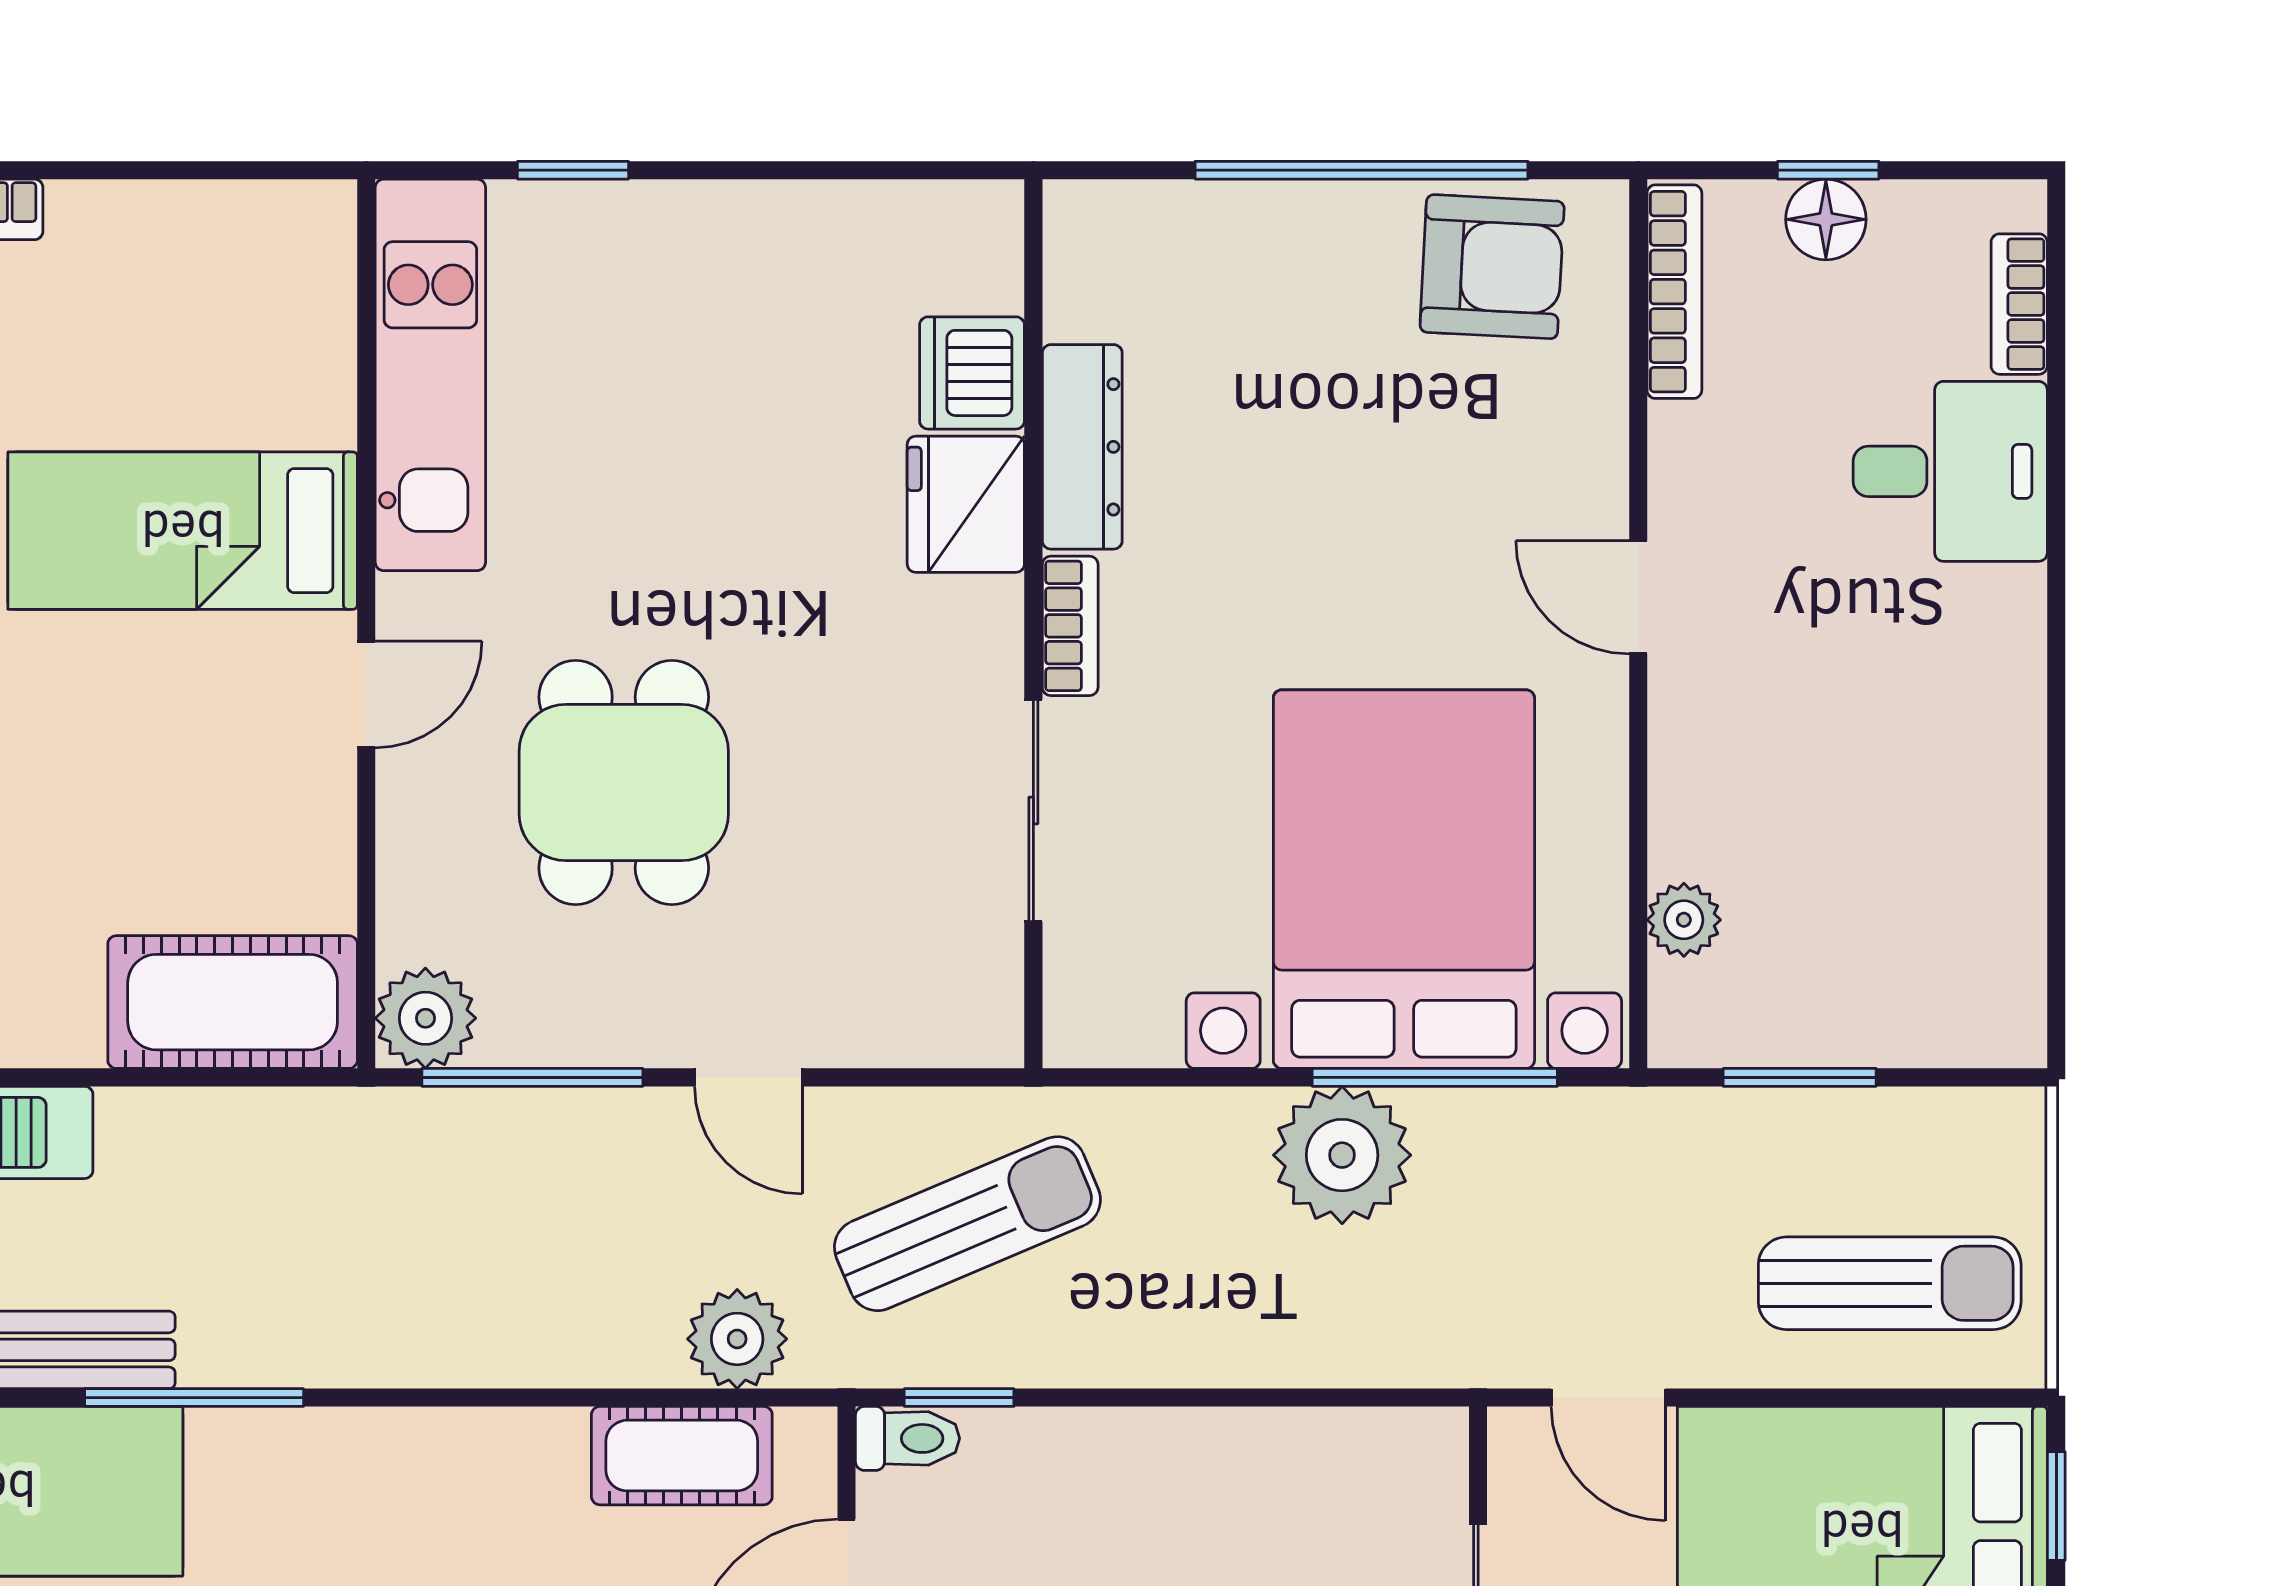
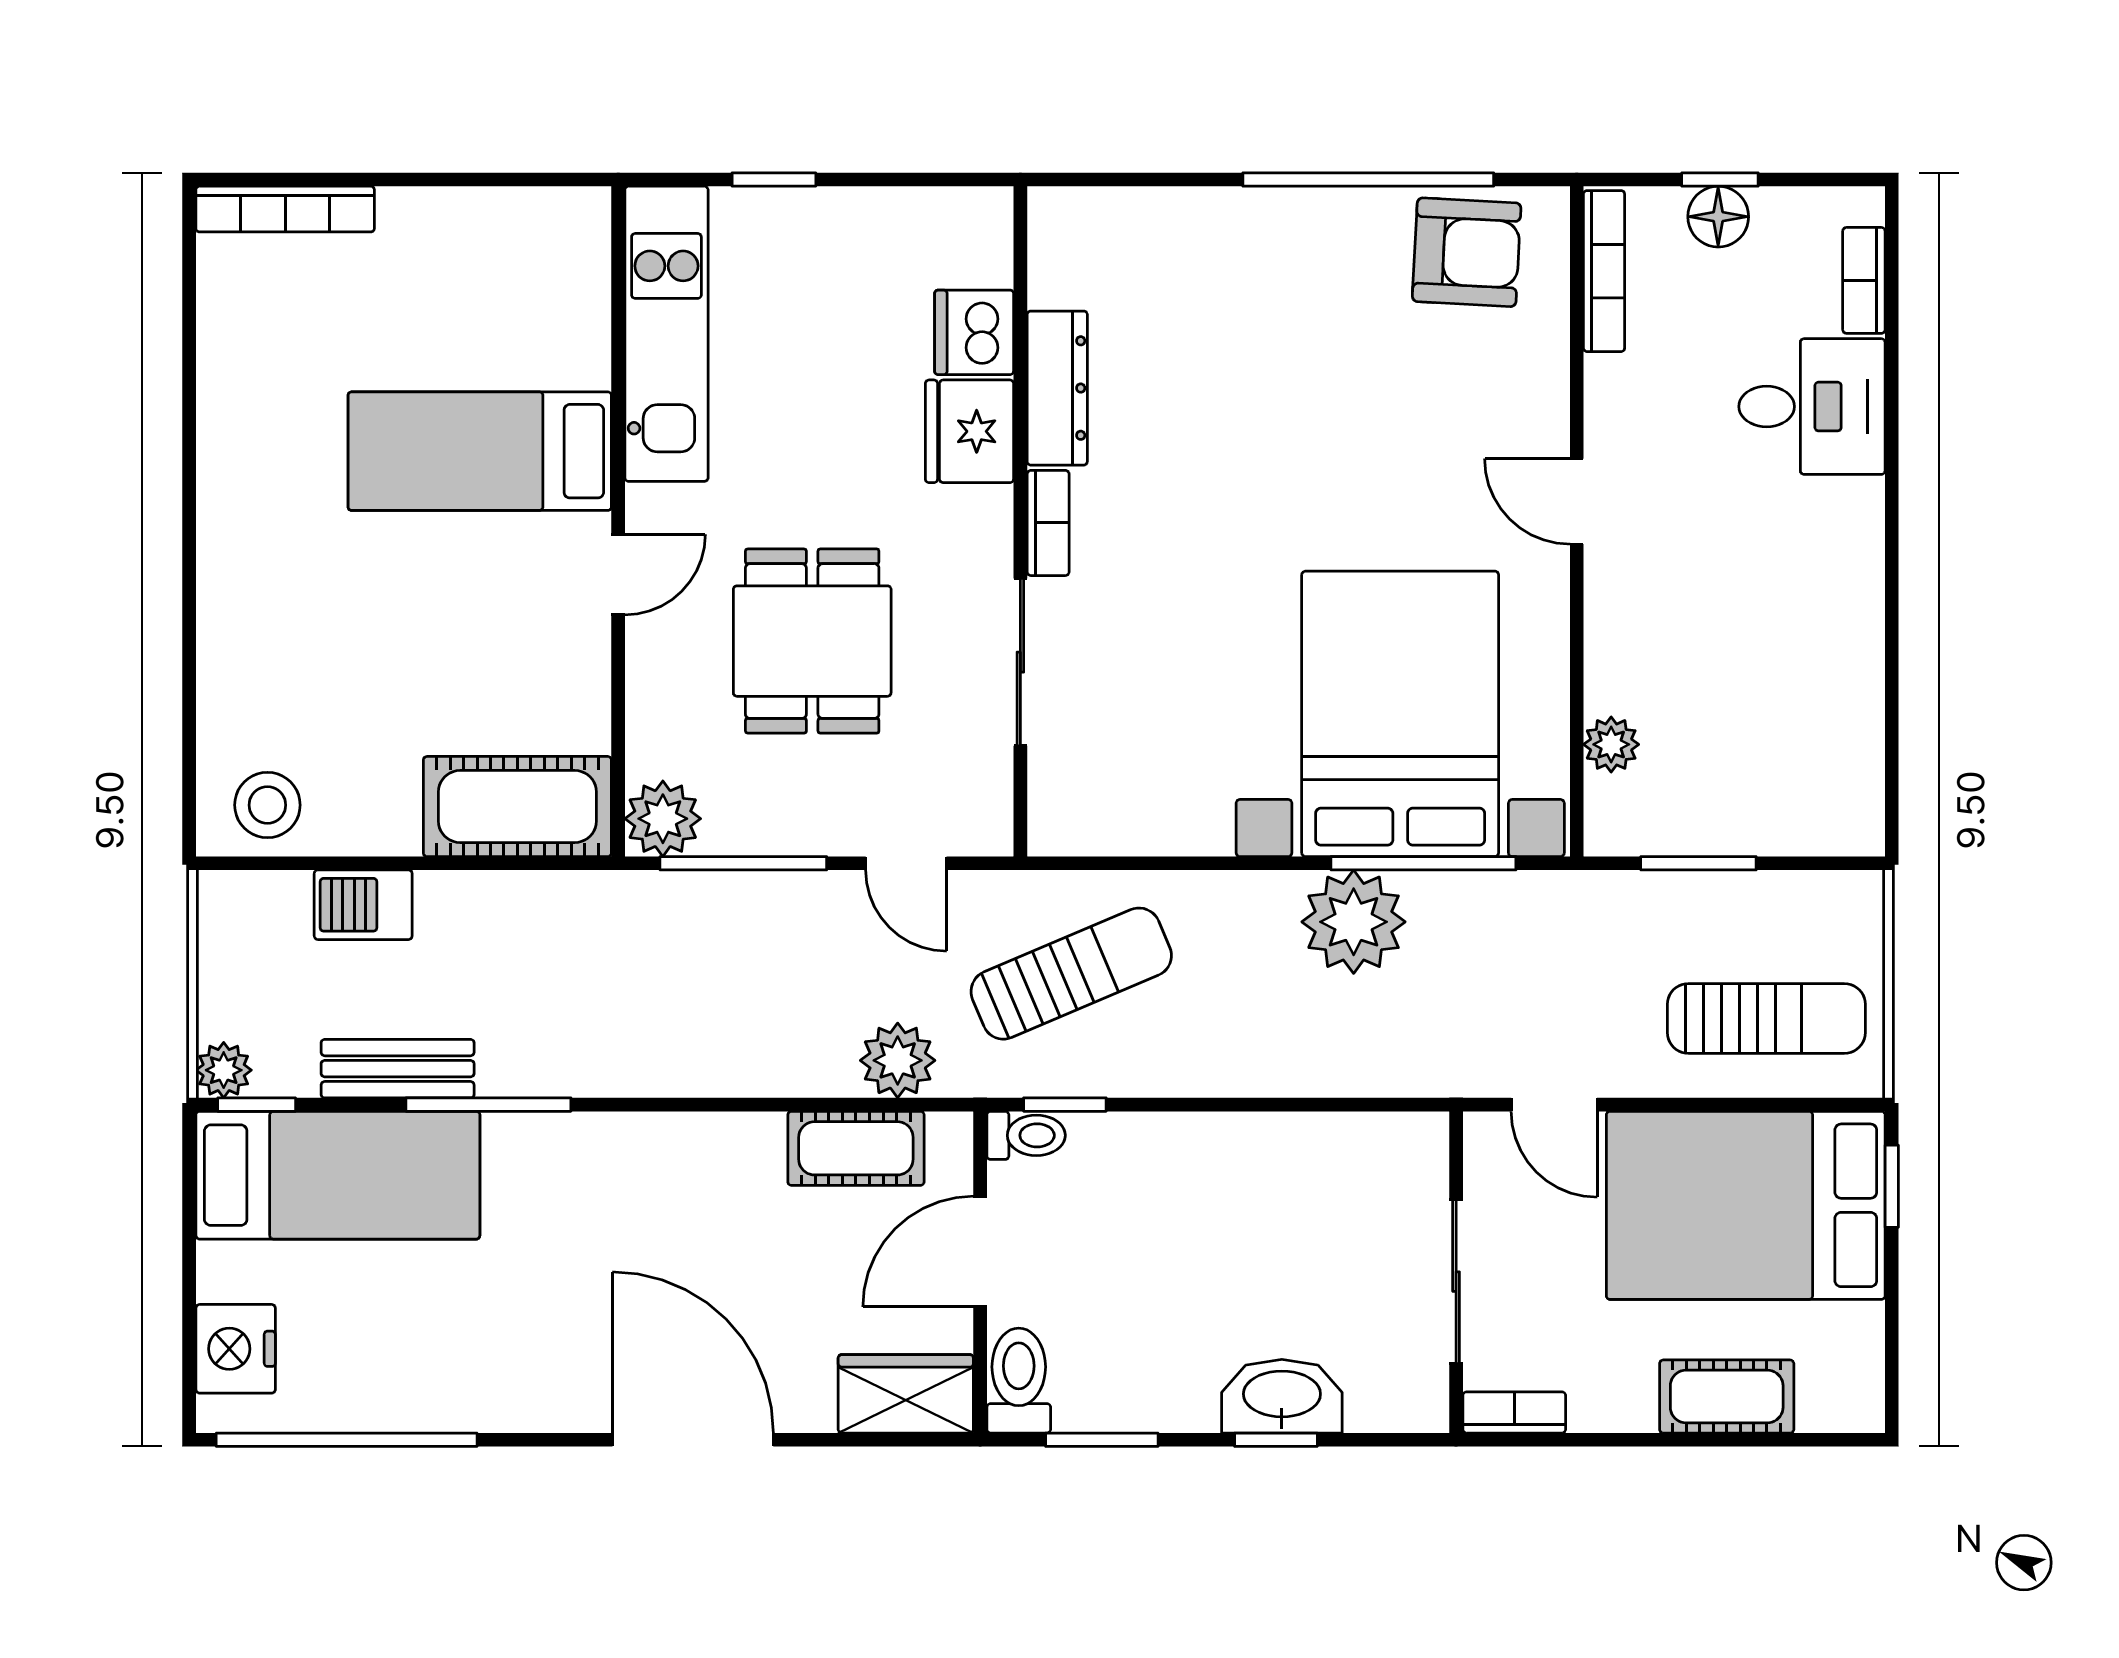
dishwasher: (972, 373) -> (974, 332), moved
dresser: (1082, 447) -> (1057, 388), moved
fridge: (966, 504) -> (969, 431), moved
wall: (1033, 624) -> (1020, 521), moved
bookcase: (1070, 626) -> (1048, 523), moved
sliding door: (1033, 810) -> (1020, 662), moved

